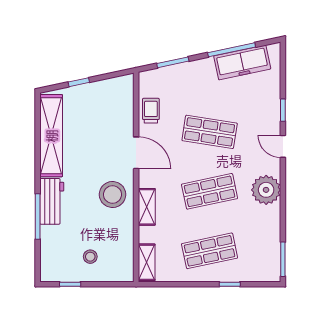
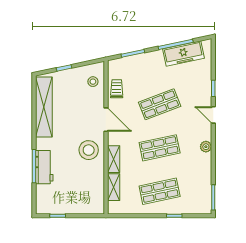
shop shelf: (210, 132) -> (160, 104), turned -30
plant: (266, 190) -> (206, 147), width x0.53, depth x0.53
workbench: (52, 201) -> (44, 167), moved
stool: (90, 257) -> (93, 82), moved
shelving: (147, 262) -> (114, 187), moved

